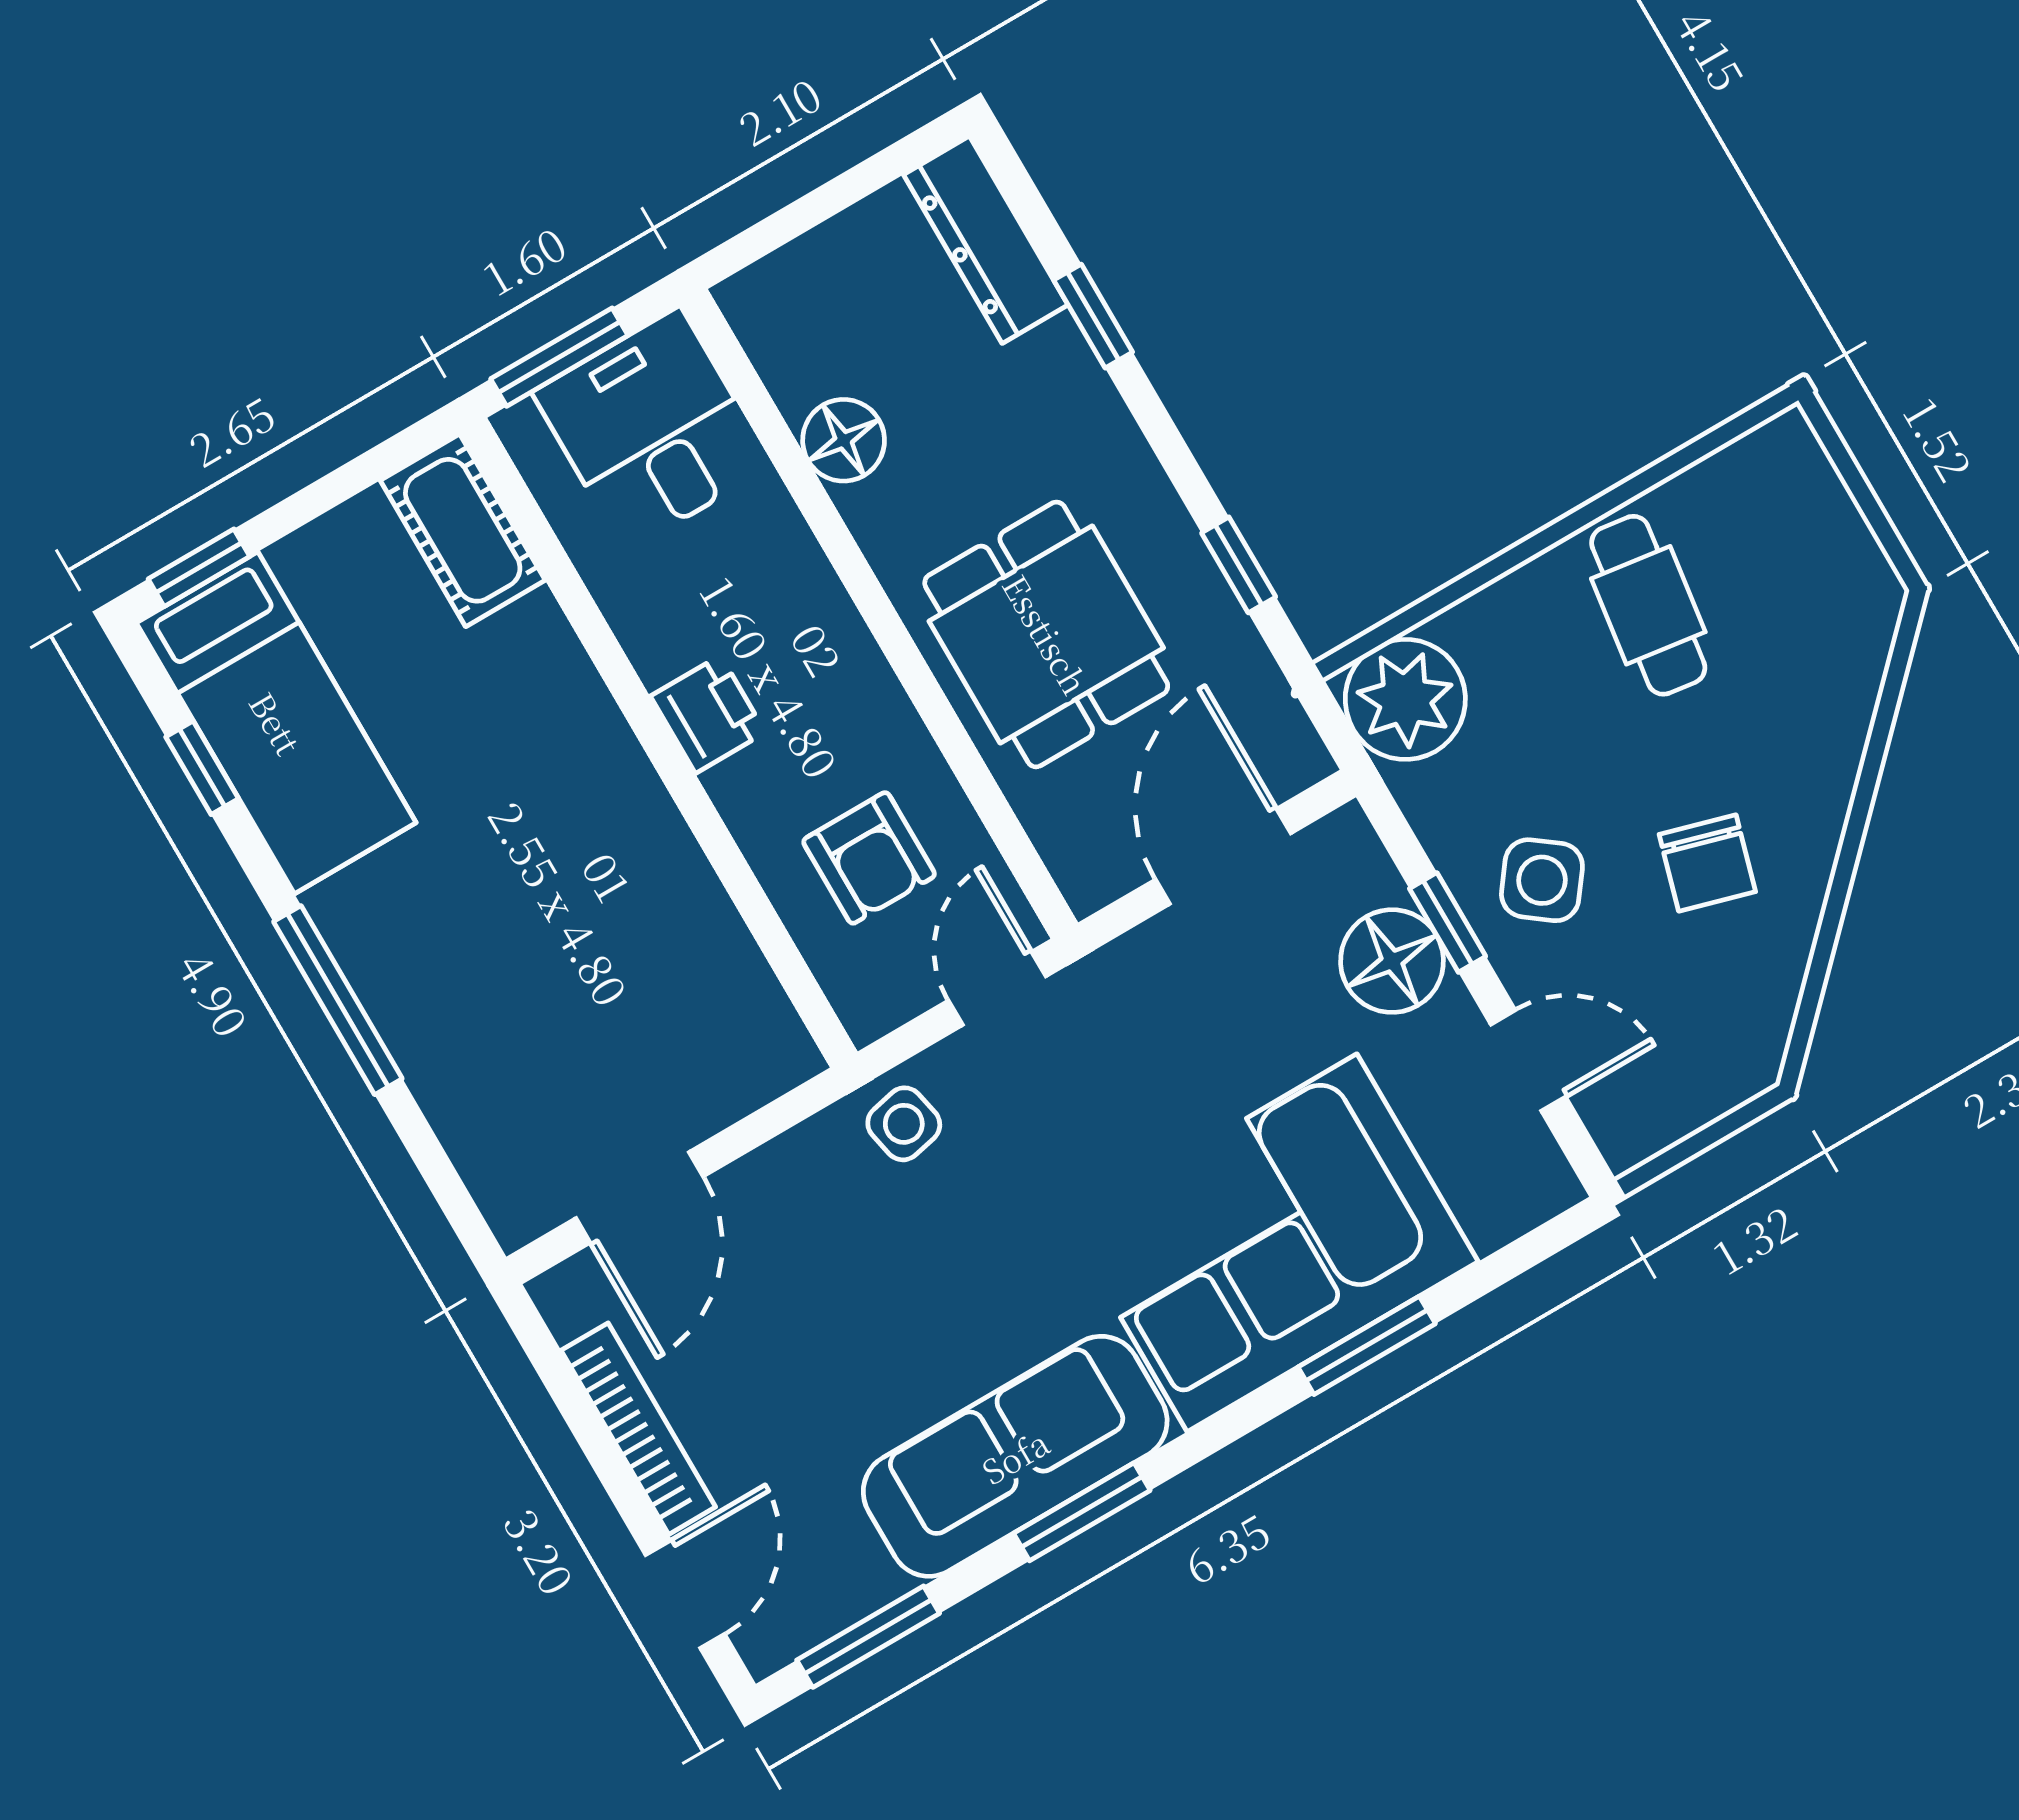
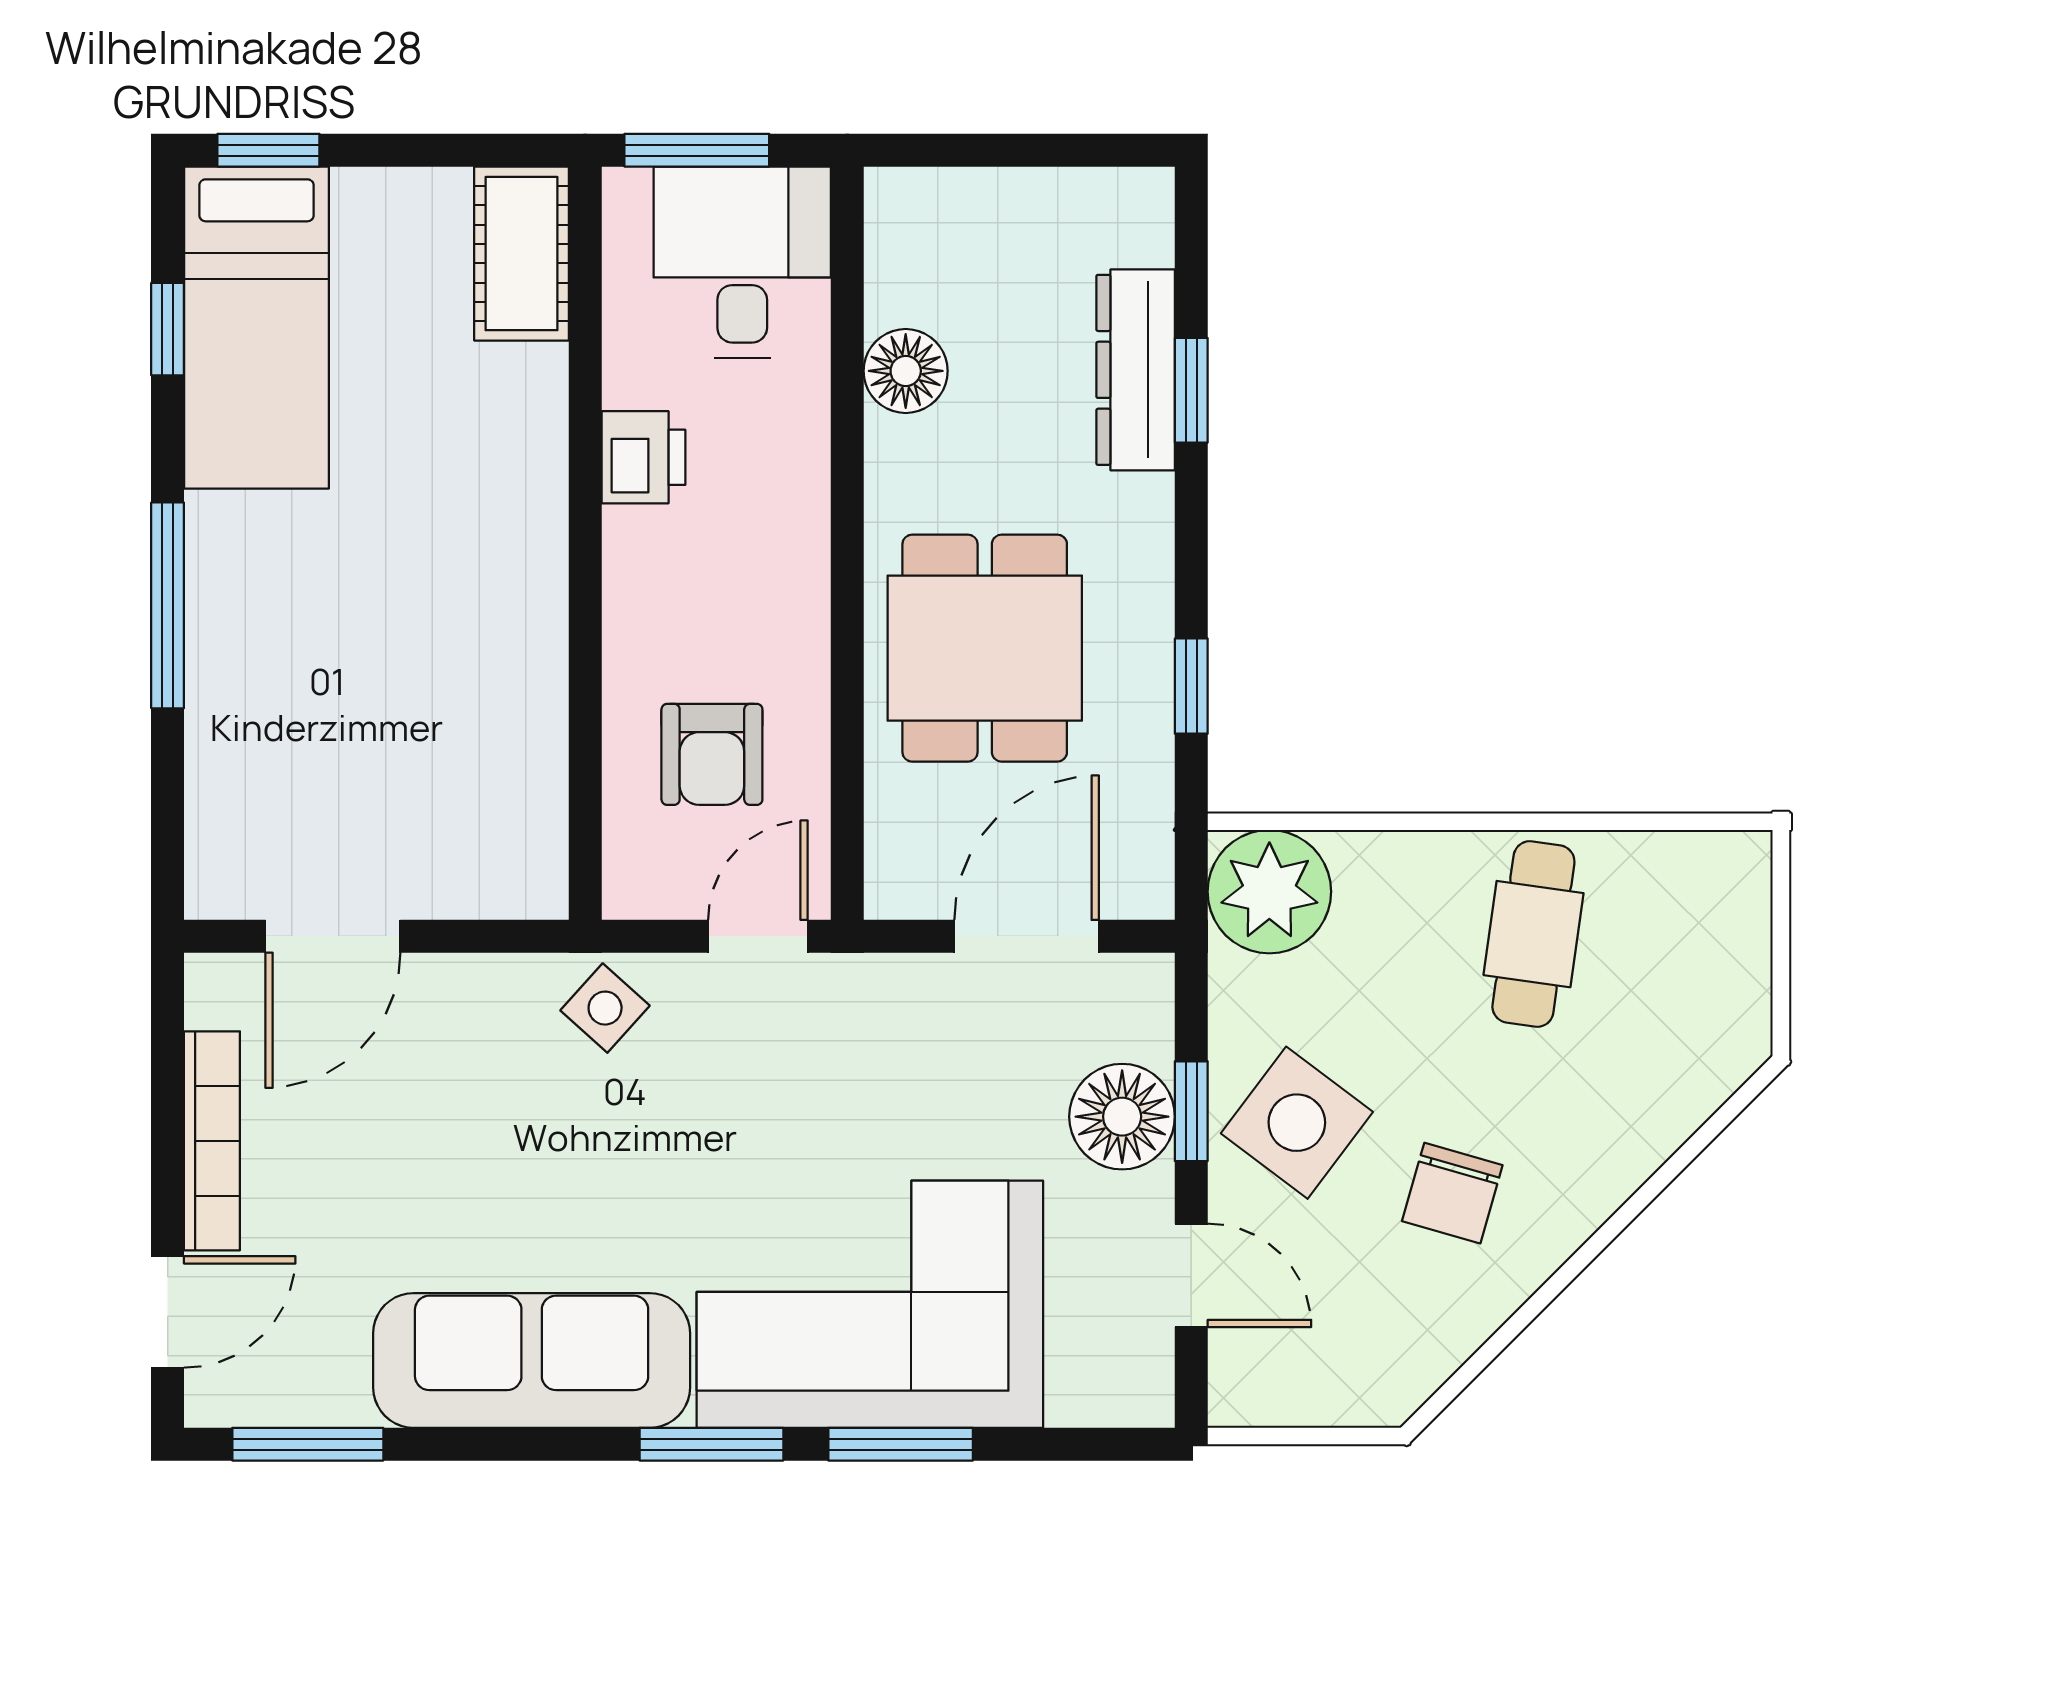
dresser: (986, 240) -> (1136, 370), moved
printer: (708, 714) -> (643, 457), moved
side table: (1542, 880) -> (1297, 1123), width x1.37, depth x1.37
side table: (904, 1124) -> (605, 1008), turned -36
window: (1082, 1512) -> (711, 1444), moved

